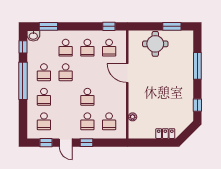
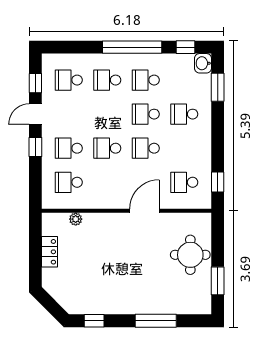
school desk: (87, 48) -> (146, 148), moved
locker: (165, 134) -> (50, 252), moved

